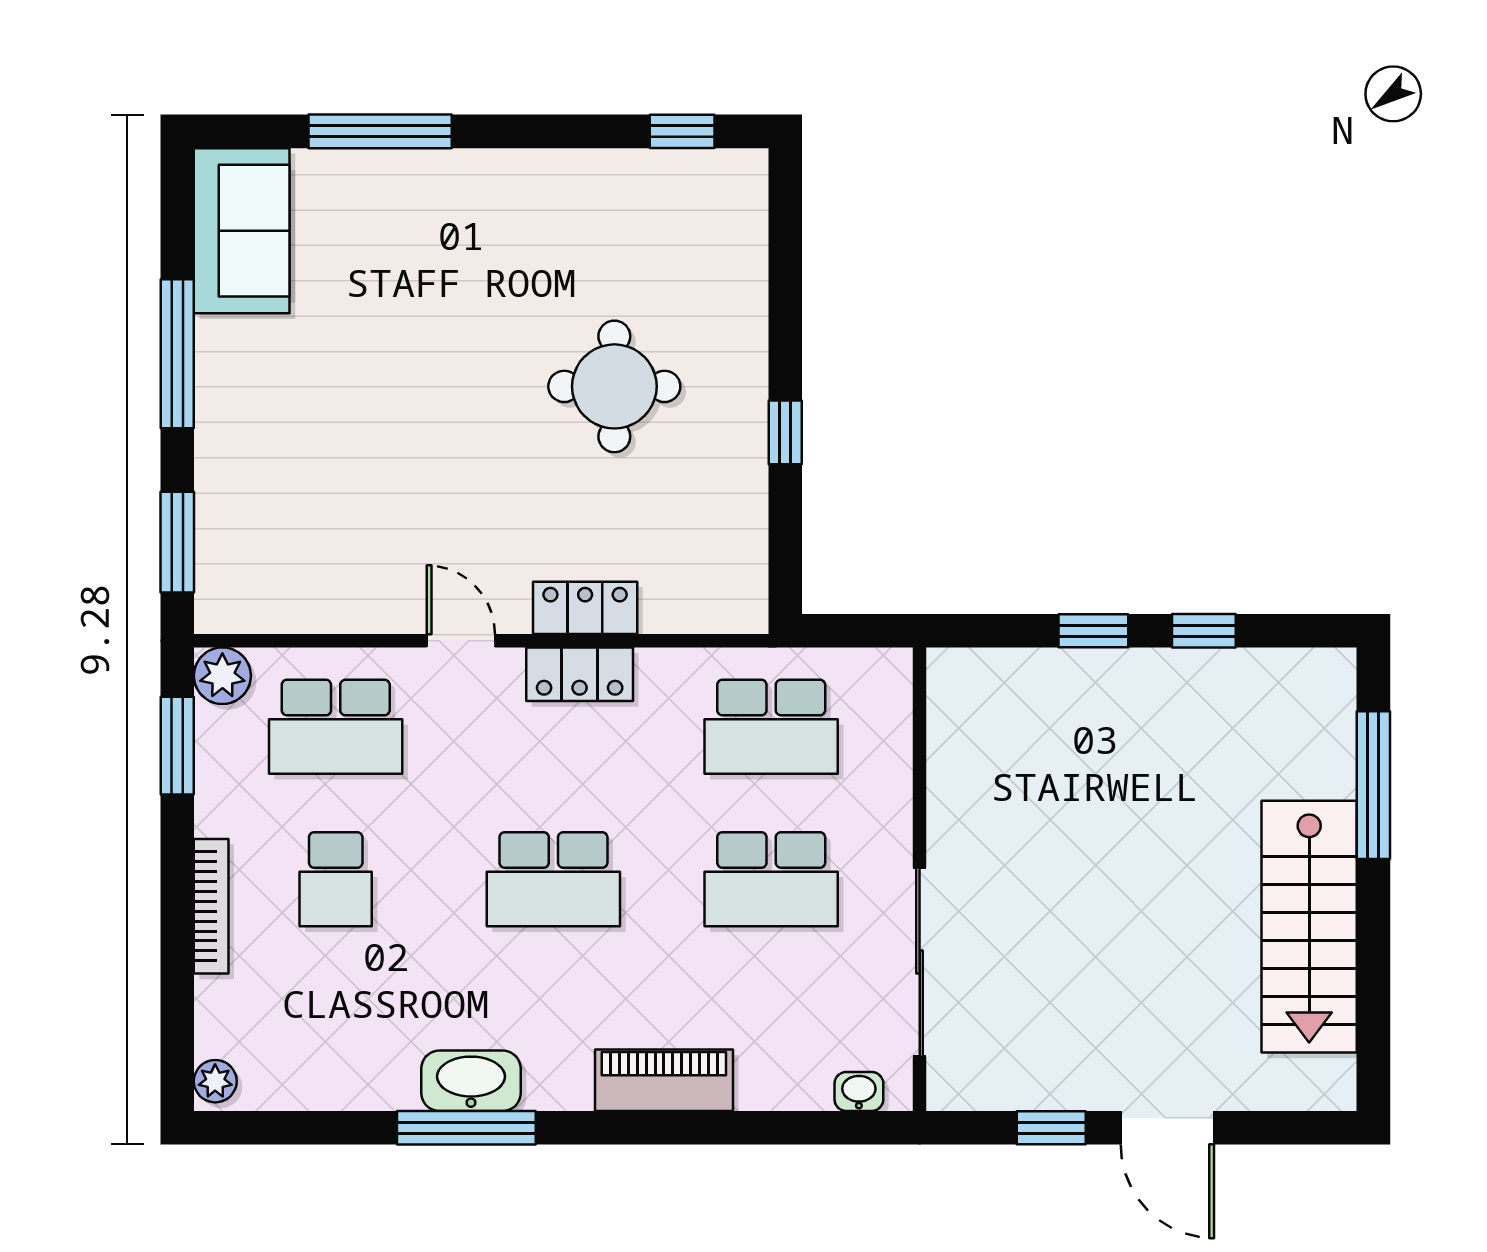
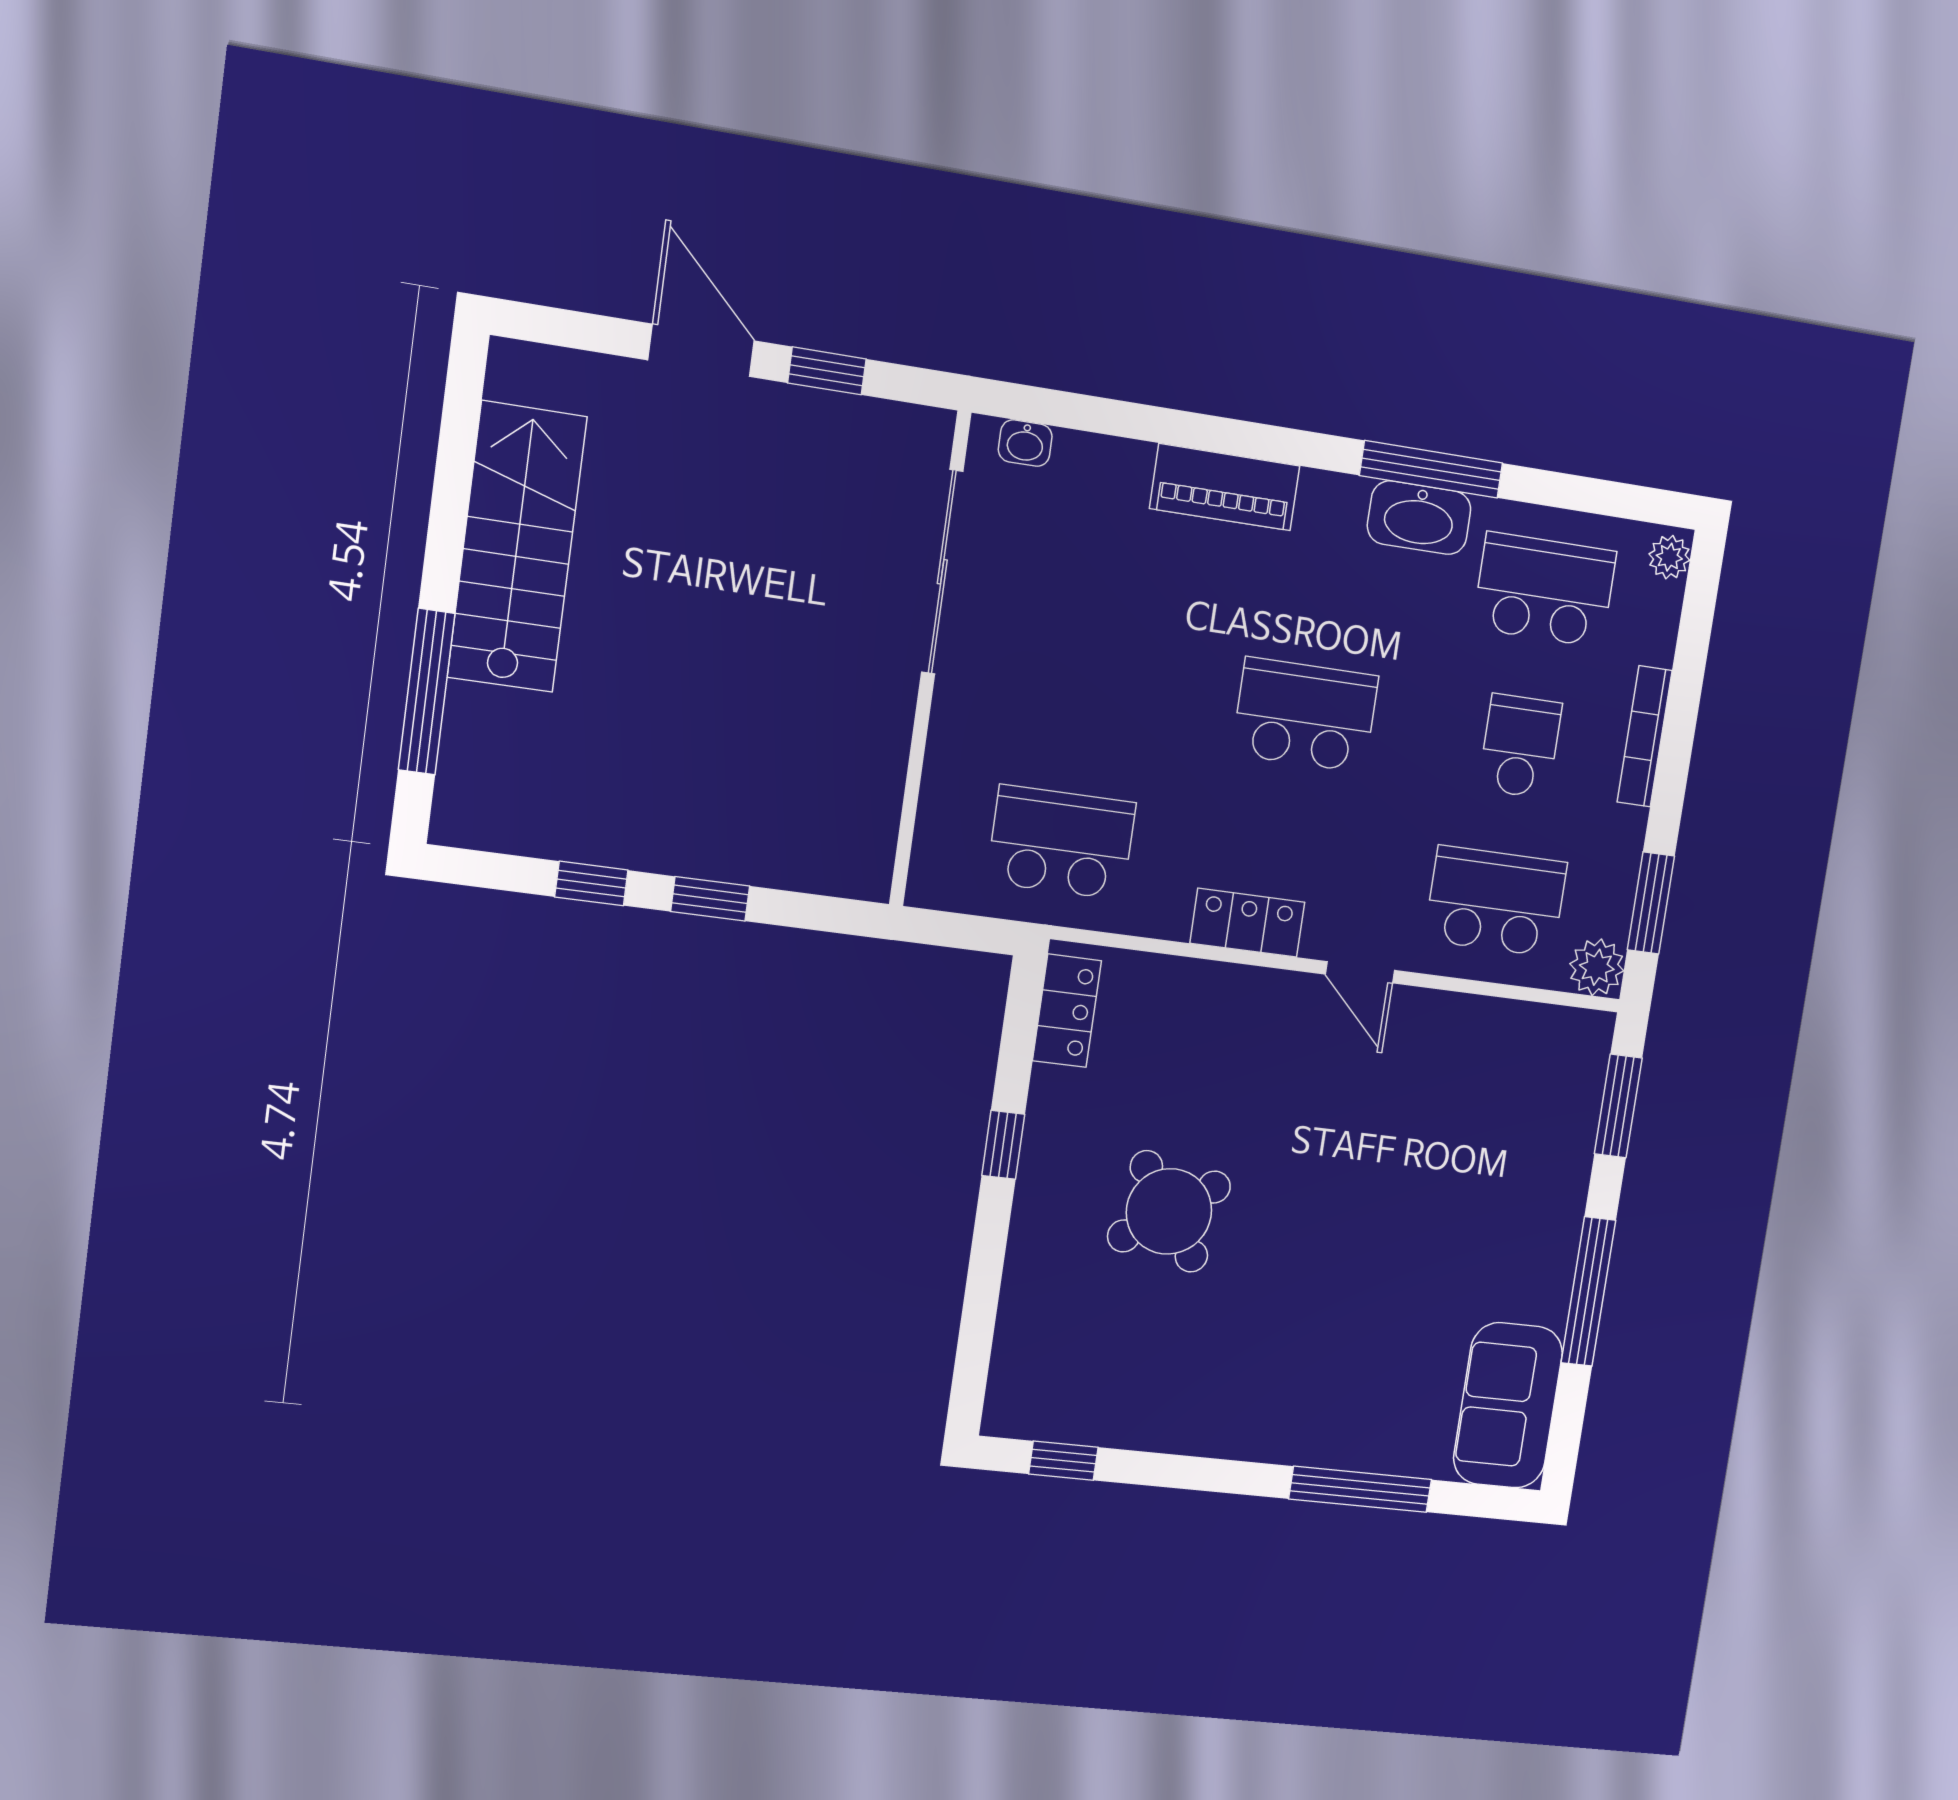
round table: (614, 386) -> (1169, 1211), turned -35
locker: (585, 608) -> (1067, 1011), moved, turned -90
school desk: (771, 879) -> (1545, 590), moved

